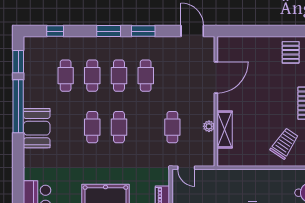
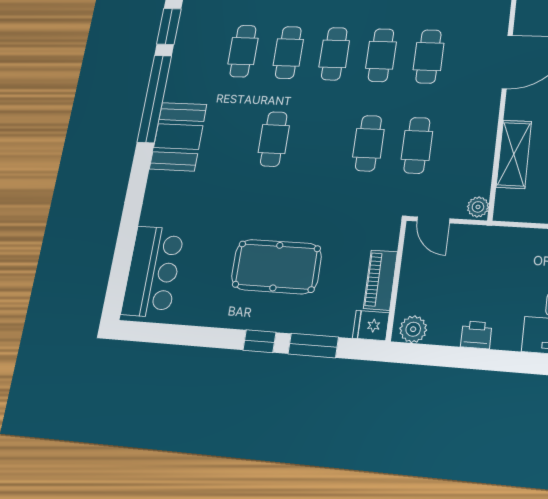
cafe table: (172, 76) -> (429, 56), added
plant: (209, 126) -> (478, 207), moved
cafe table: (119, 127) -> (368, 143), moved

